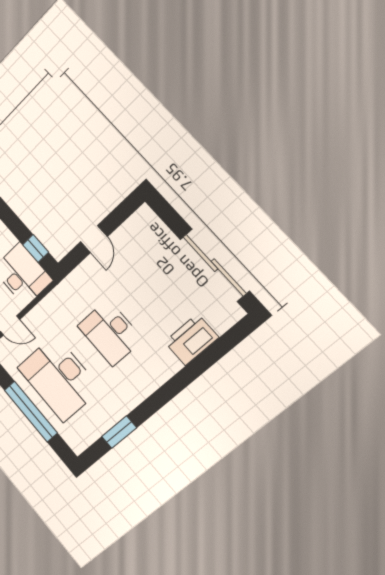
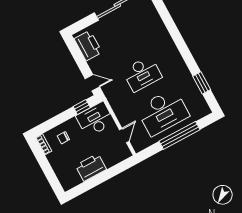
door: (94, 239) -> (92, 83), moved
printer: (191, 340) -> (88, 46), moved, turned 180

